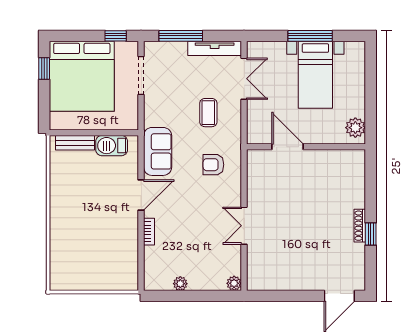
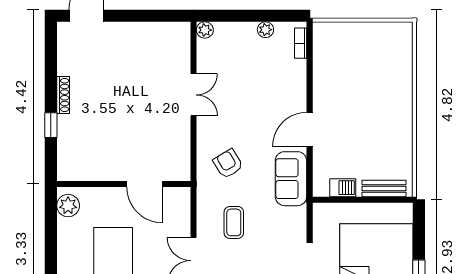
barbecue: (112, 146) -> (343, 188), width x0.73, depth x0.79
armchair: (213, 165) -> (228, 164), turned -121
bookcase: (149, 232) -> (301, 43), moved
window: (371, 234) -> (51, 125), moved

